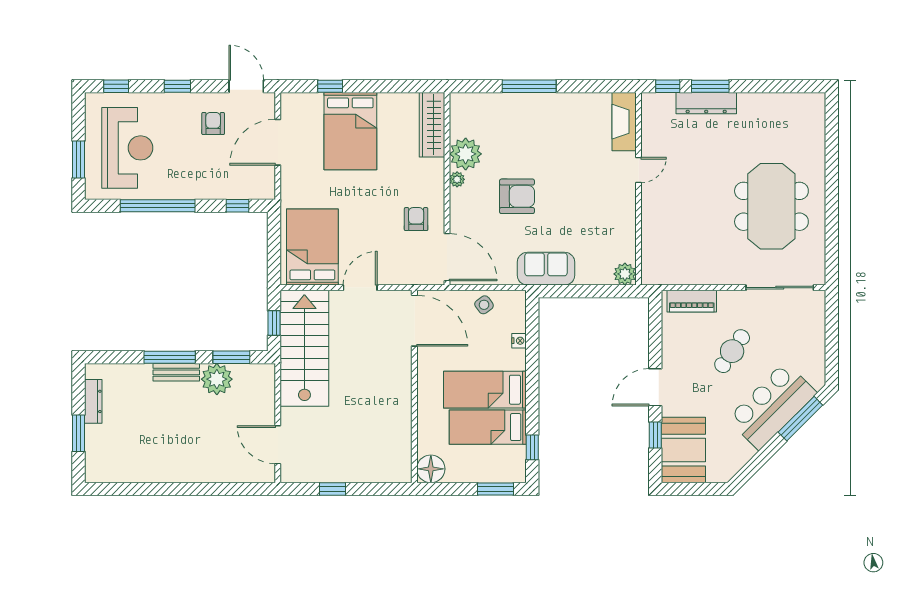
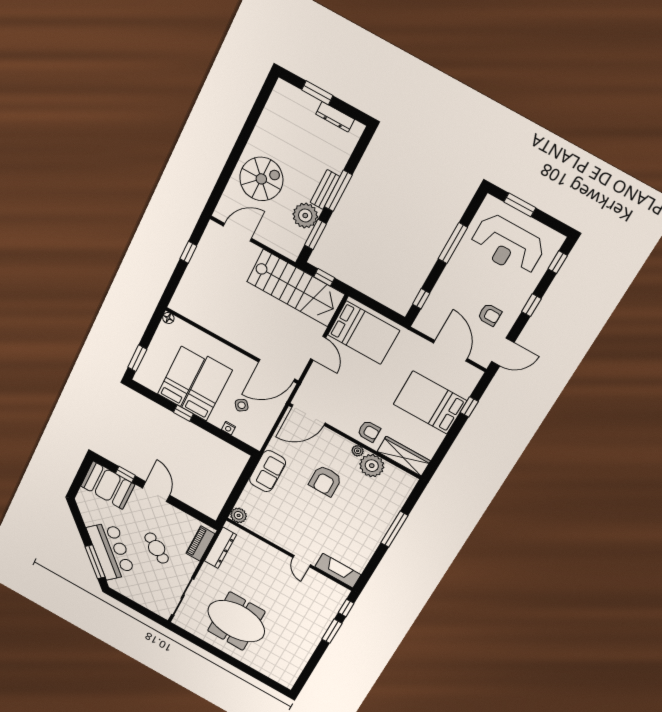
dresser: (706, 103) -> (220, 548), moved, turned 180
window: (158, 206) -> (453, 243), width x0.68
armchair: (416, 219) -> (369, 431), moved
side table: (484, 305) -> (242, 405), moved
spiral stairs: (203, 447) -> (261, 179), added
window: (532, 447) -> (183, 413), moved
floor lamp: (431, 469) -> (168, 318), width x0.53, depth x0.53

